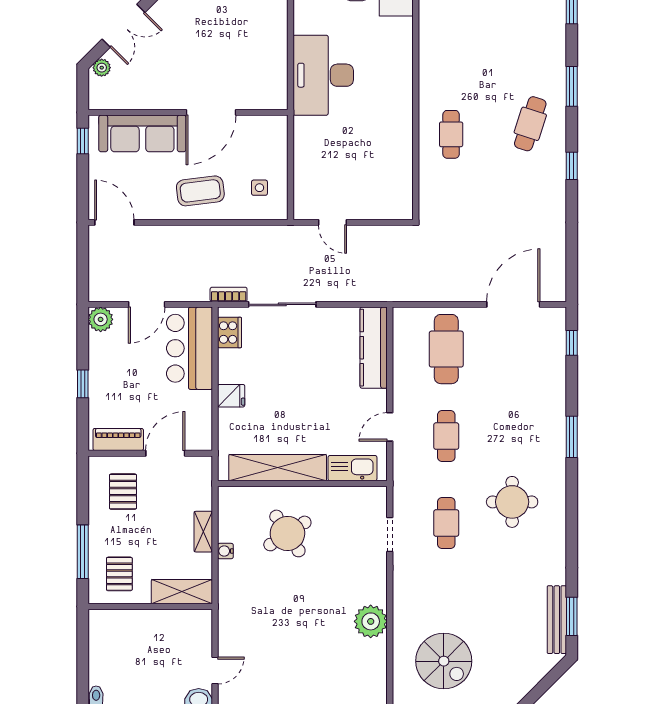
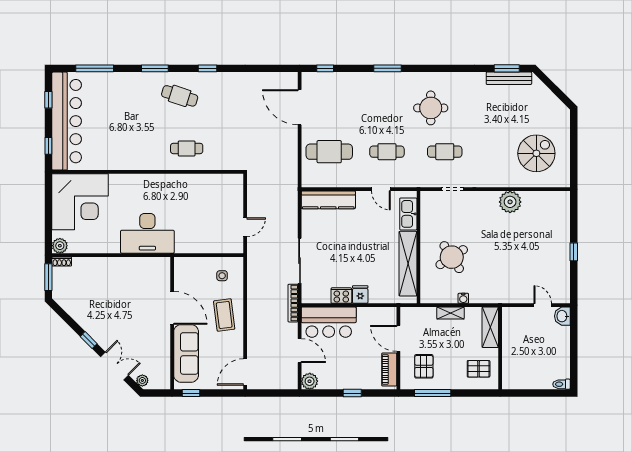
bookcase: (229, 294) -> (293, 303), width x1.56
cooker: (230, 333) -> (341, 296), moved
pallet: (123, 492) -> (424, 366), turned 90
window: (83, 552) -> (433, 393), moved

